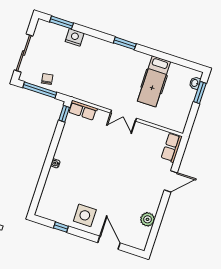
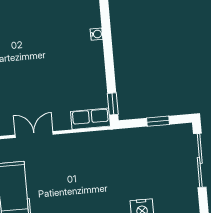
chair: (47, 79) -> (154, 140), removed
window: (40, 90) -> (158, 121), width x0.46

